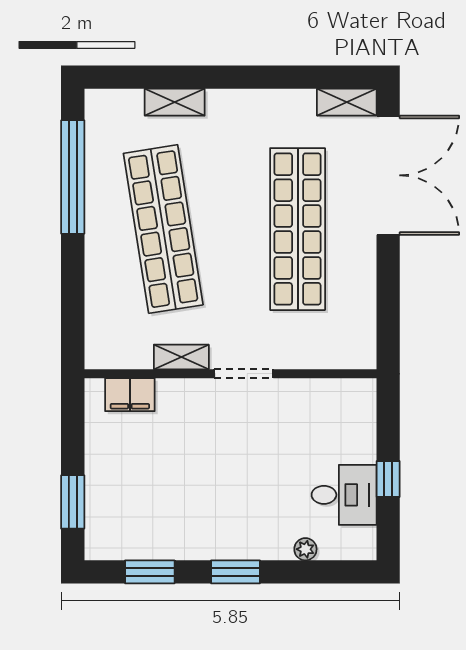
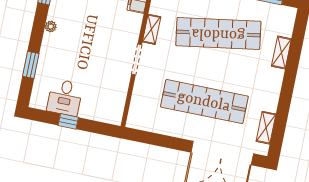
shelving: (347, 102) -> (266, 128), moved
plant: (305, 549) -> (51, 27), moved
window: (236, 572) -> (31, 65), moved

